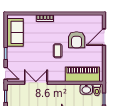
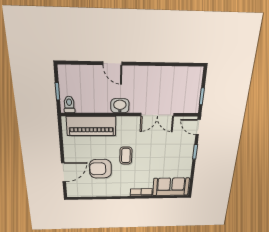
sofa: (15, 32) -> (171, 187), moved, turned 90
armchair: (77, 40) -> (100, 169), turned -91
washbasin: (86, 89) -> (120, 106), moved

